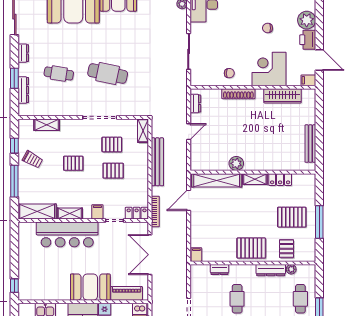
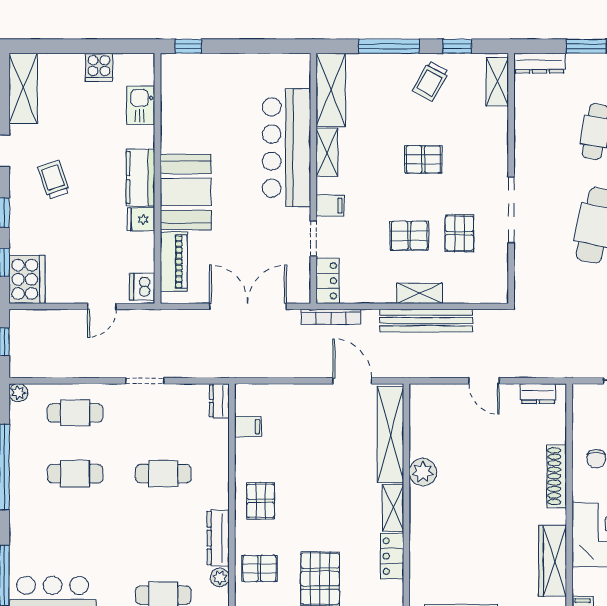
dresser: (23, 90) -> (539, 63), moved
shelving: (47, 125) -> (497, 82), moved
shelving: (143, 131) -> (420, 293), moved
pallet: (73, 163) -> (423, 159), turned 90
pallet: (113, 171) -> (409, 236), turned 90
pallet: (251, 248) -> (261, 501), width x0.67, depth x0.71
filing cabinet: (196, 255) -> (248, 427), moved
dresser: (219, 269) -> (219, 401), moved

